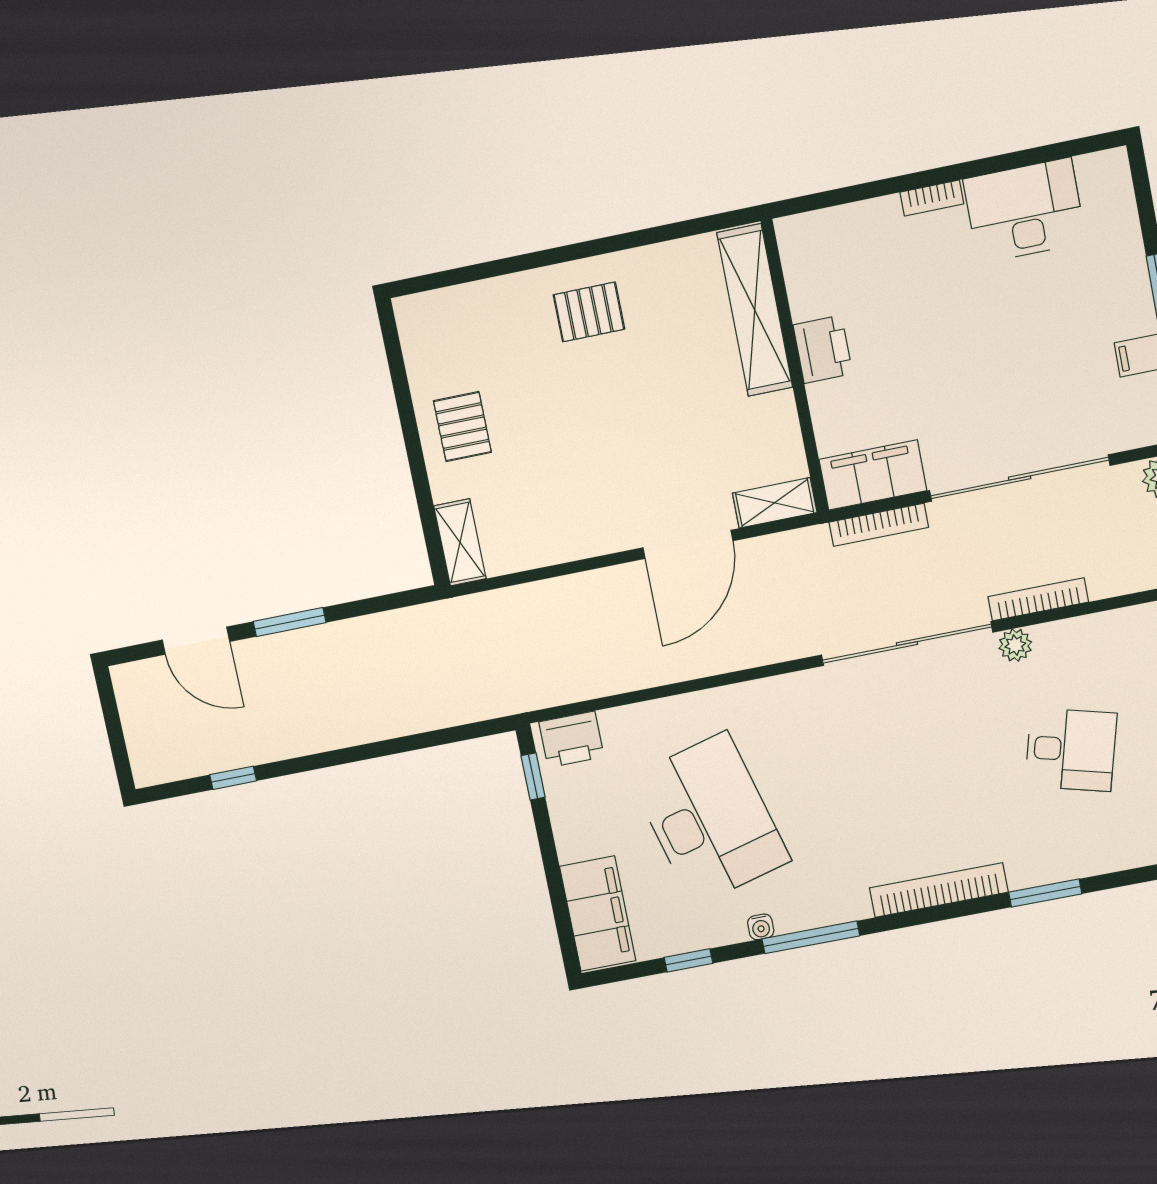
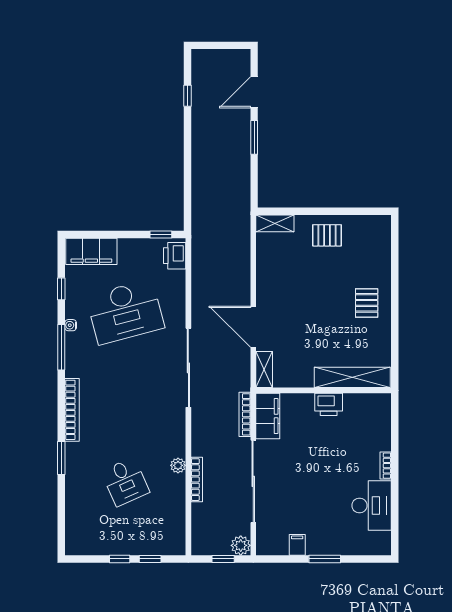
sliding door: (907, 644) -> (188, 368), moved
desk: (1071, 750) -> (125, 482), turned -39

